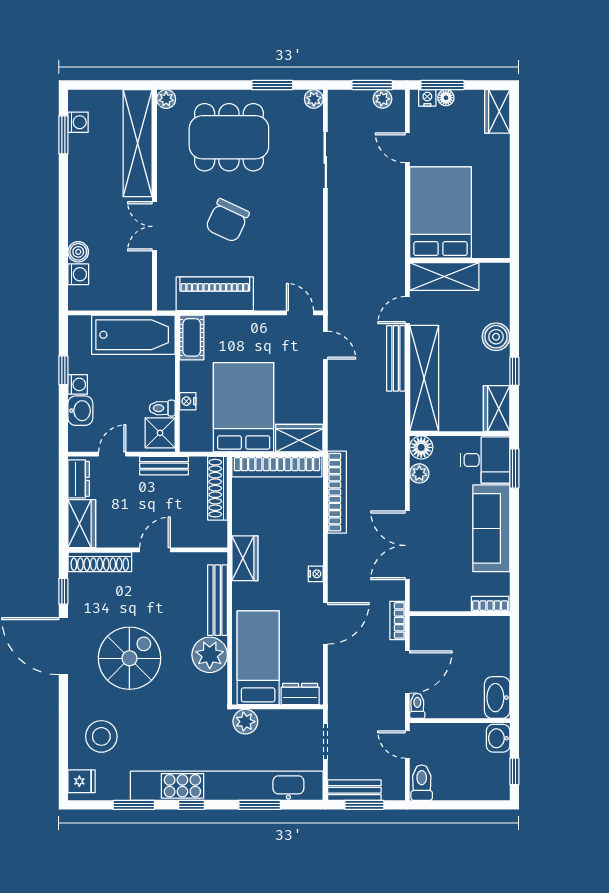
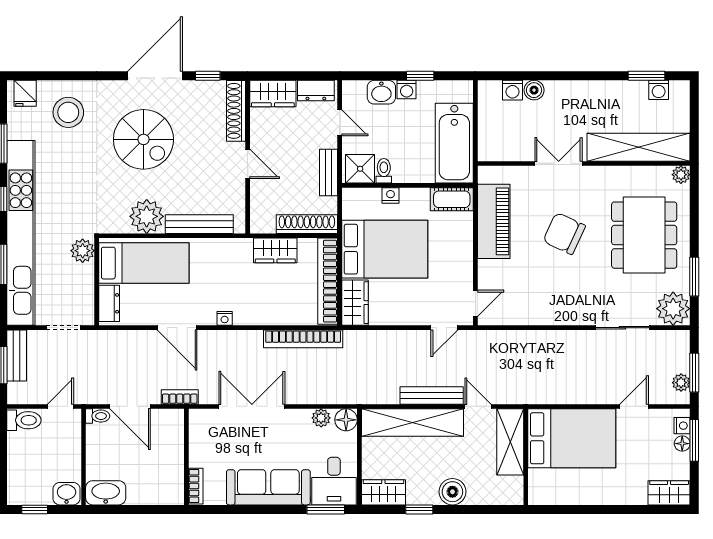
plant: (314, 99) -> (673, 309), width x1.87, depth x1.87
wardrobe: (245, 558) -> (275, 250), moved

